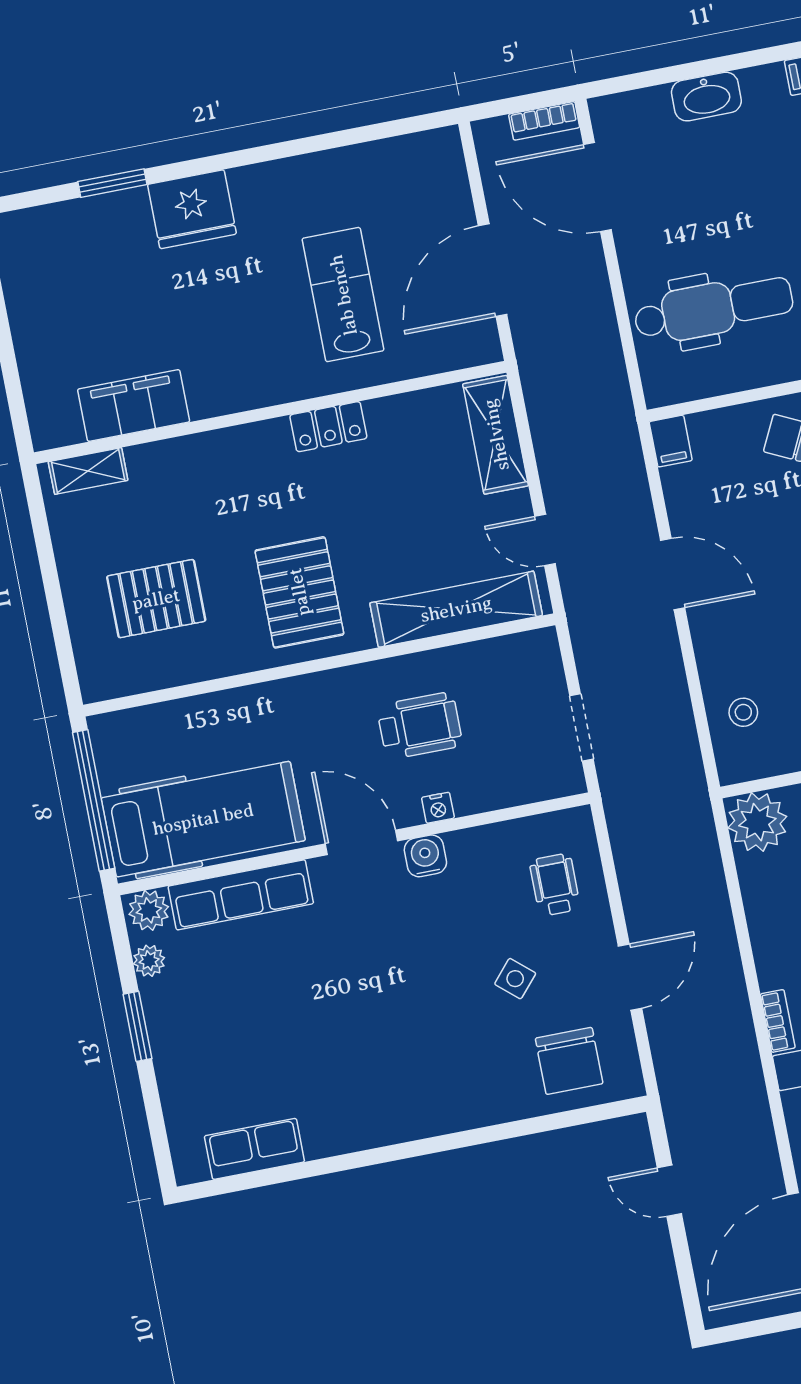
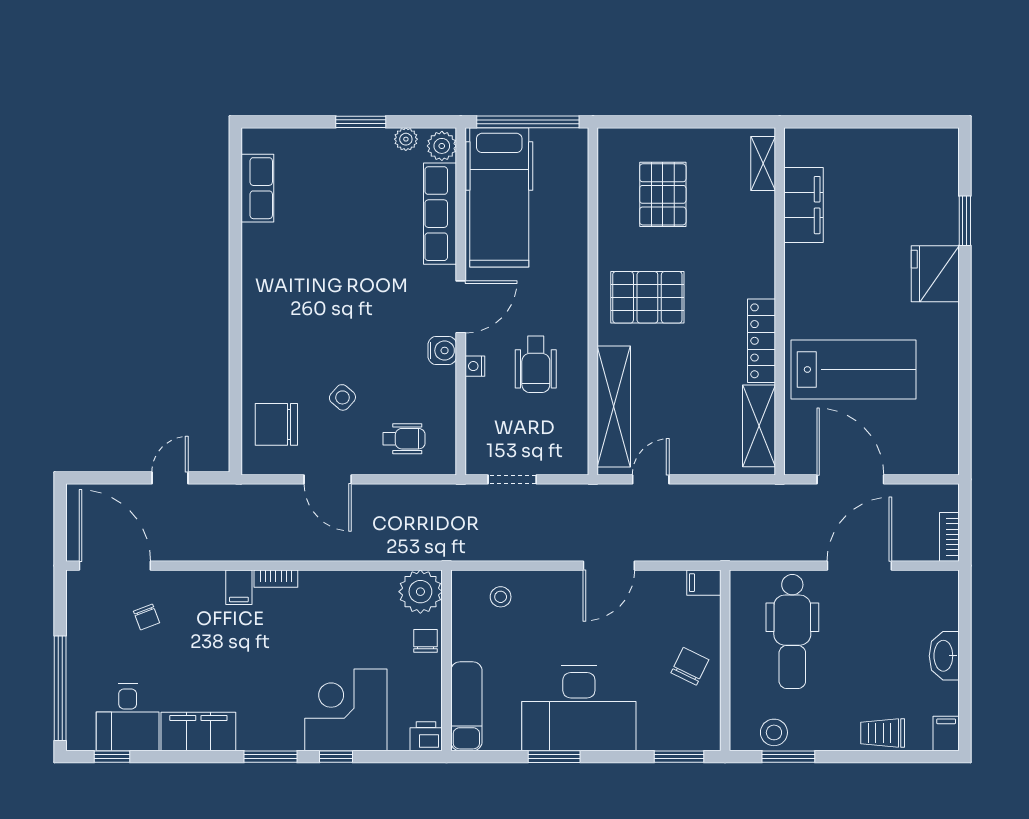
door: (597, 187) -> (859, 566), moved
lab bench: (343, 295) -> (854, 369), width x1.36, depth x1.39
locker: (328, 427) -> (761, 341), width x1.53
shelving: (496, 435) -> (759, 426), moved, turned 90

